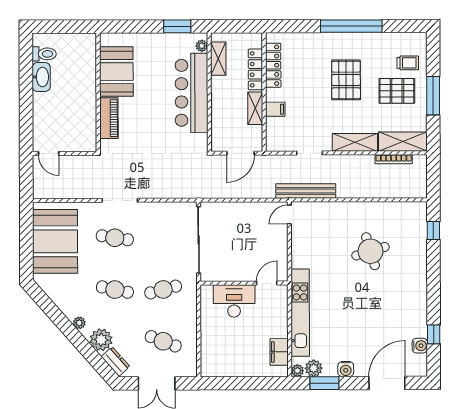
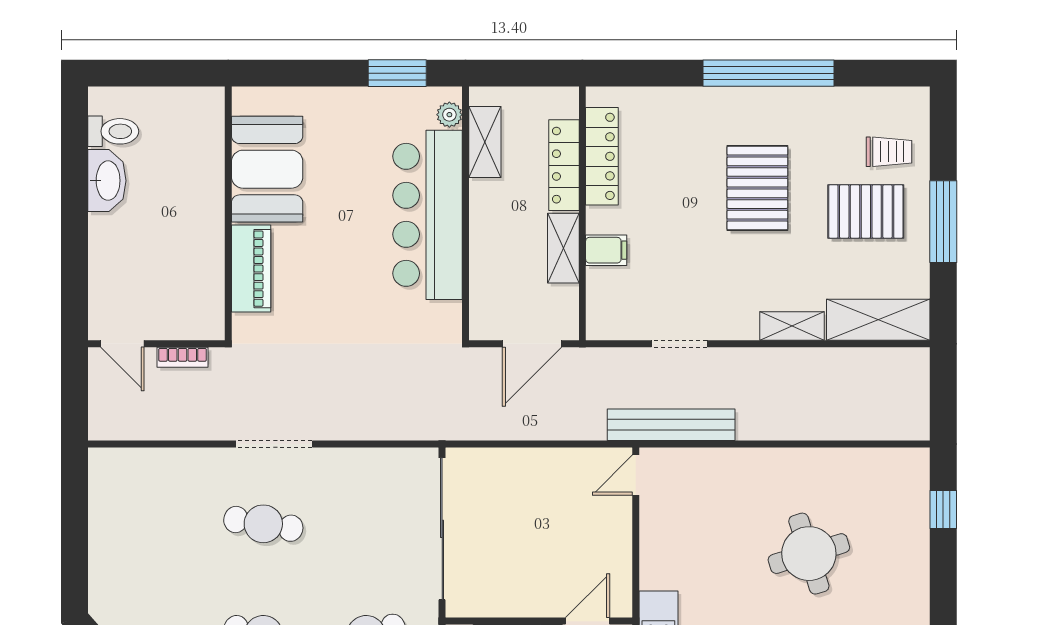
shelving: (355, 142) -> (792, 326), width x0.67, depth x0.75
bookcase: (394, 159) -> (183, 357), moved, width x0.64
booth: (55, 241) -> (136, 531), removed

